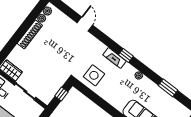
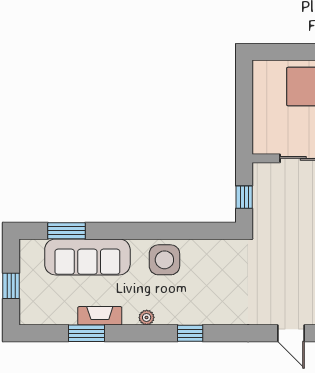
fireplace: (114, 58) -> (100, 316), moved
side table: (94, 75) -> (164, 260), moved

